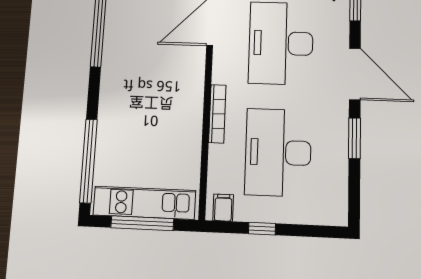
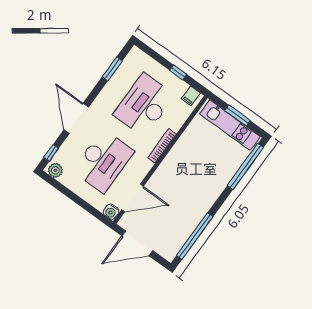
window: (354, 138) -> (112, 69), moved
desk: (278, 152) -> (144, 105), turned 180
window: (142, 223) -> (238, 115), width x0.69

